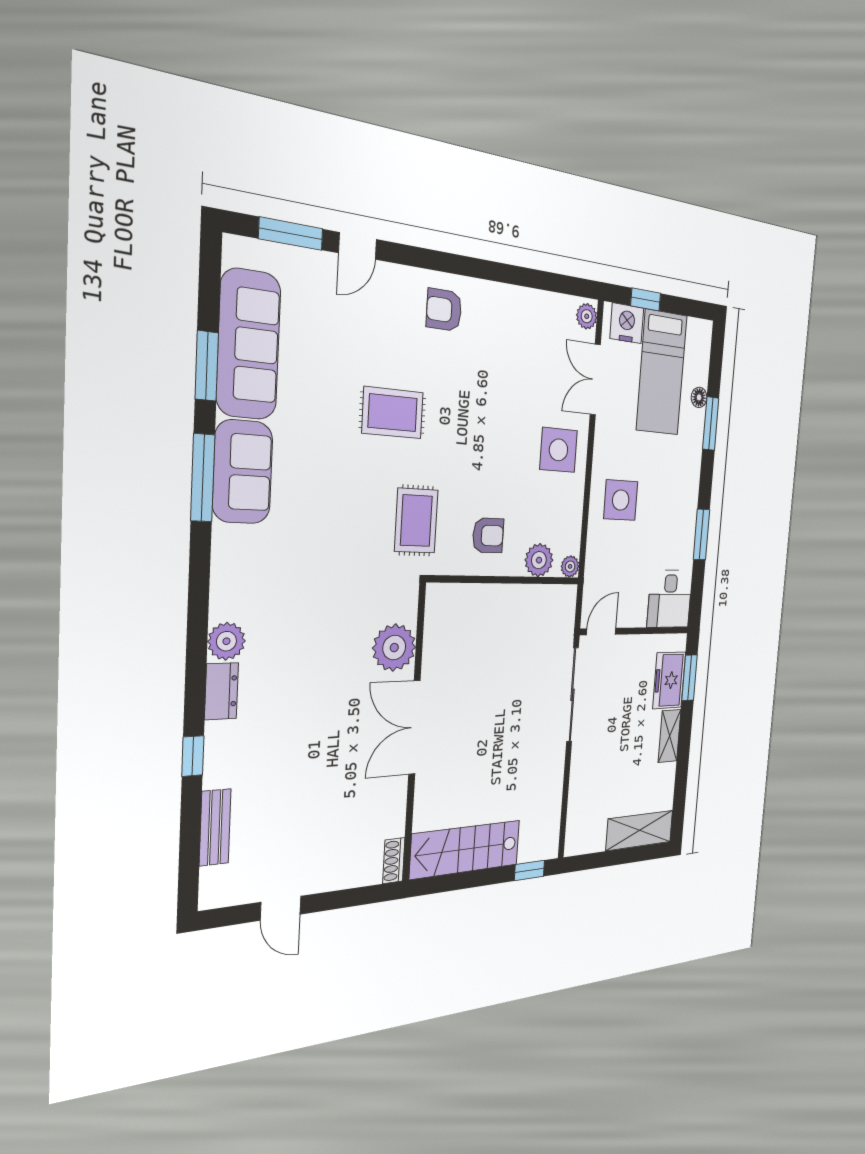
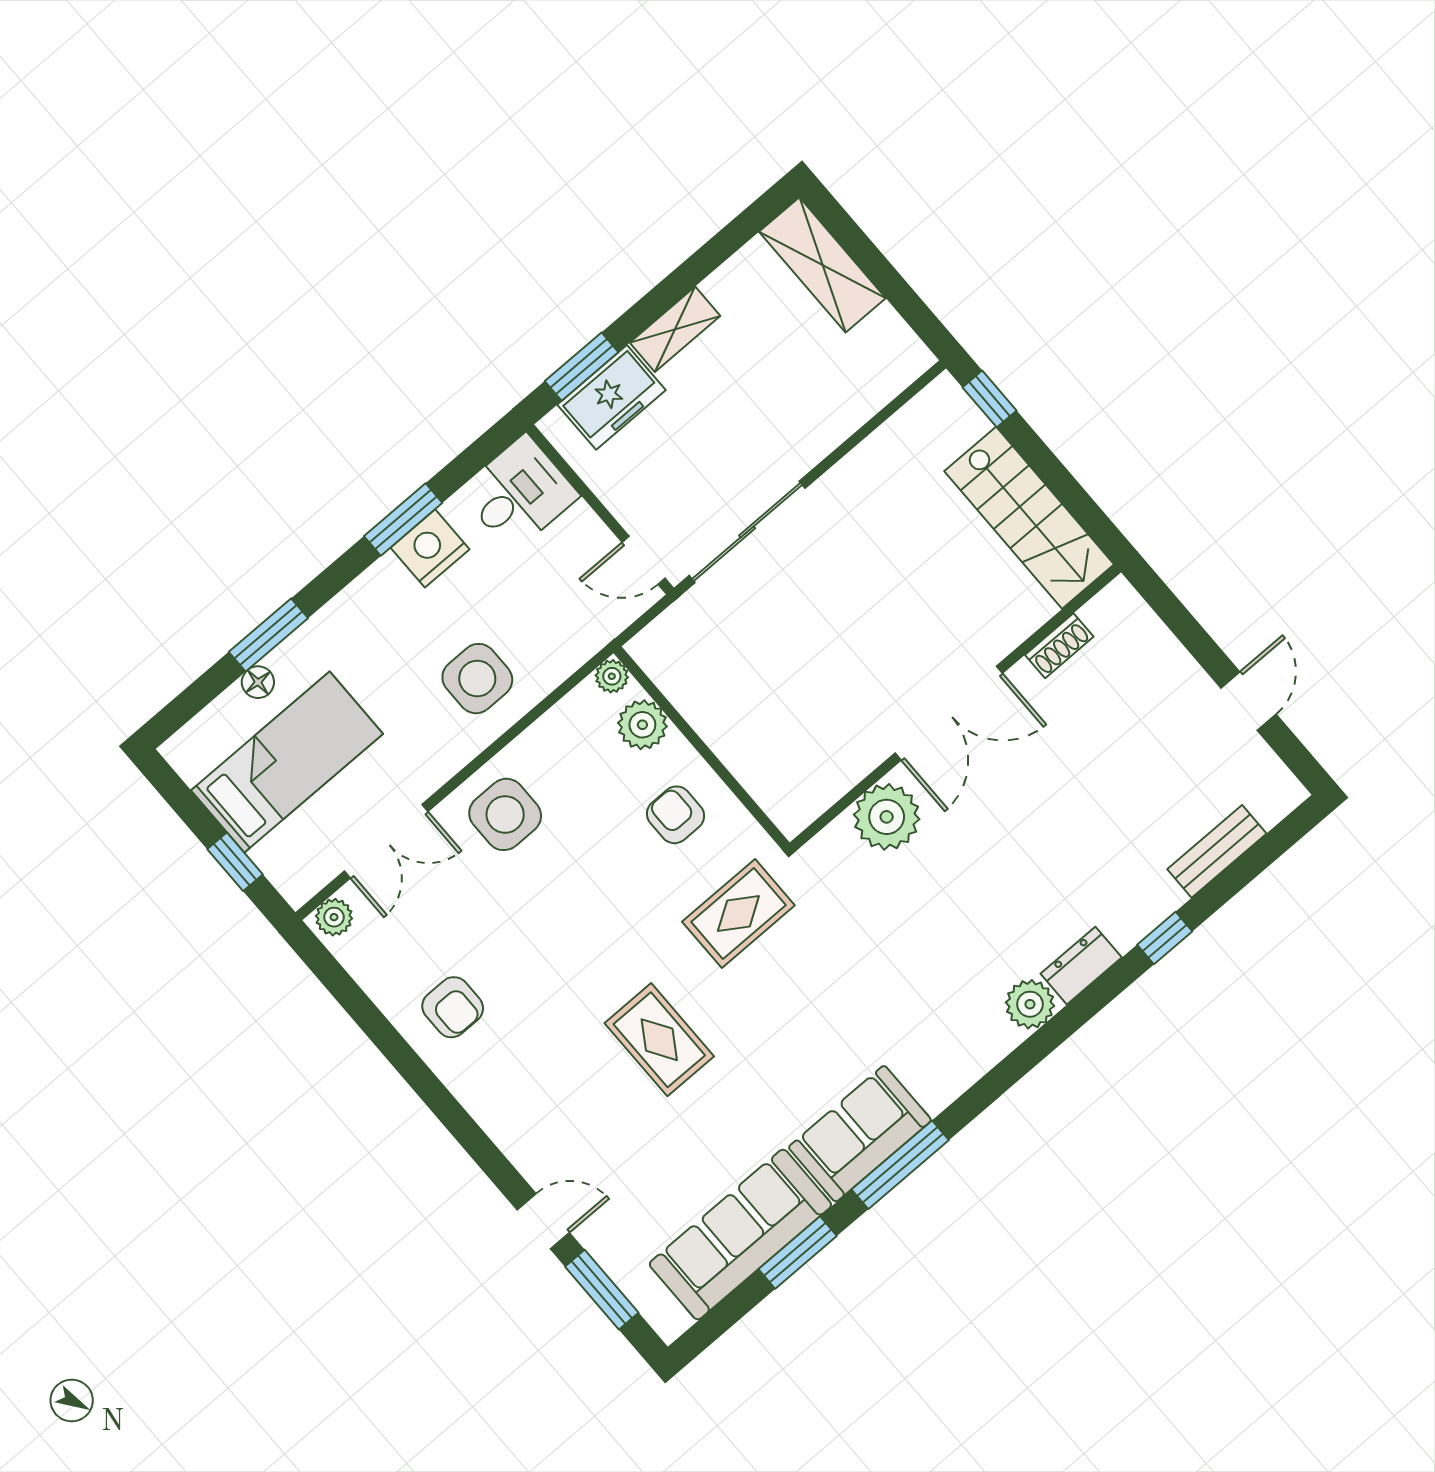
armchair: (444, 310) -> (453, 1007), moved
nightstand: (627, 323) -> (430, 548), moved, turned 90
shoe rack: (394, 861) -> (1059, 646), moved

